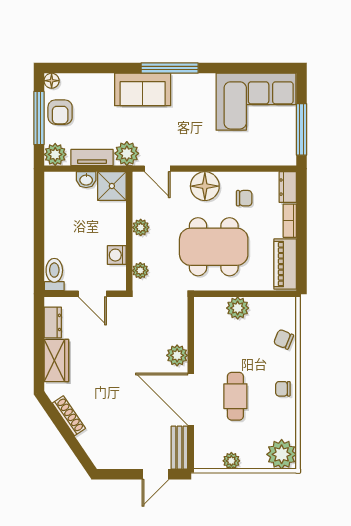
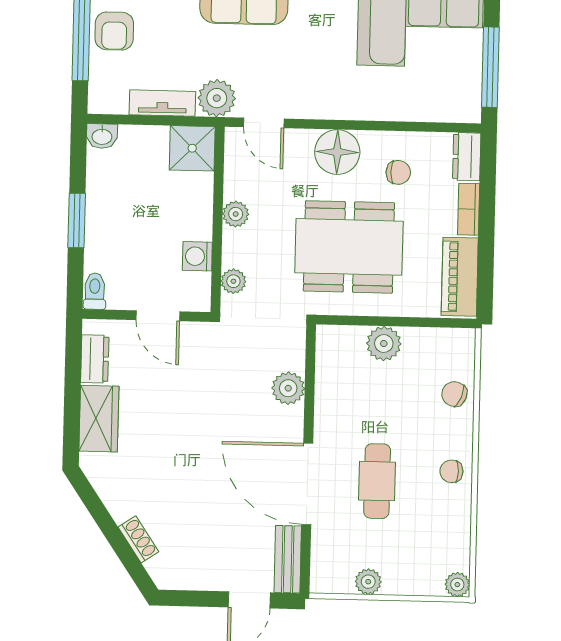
plant: (55, 154) -> (105, 97), removed
washbasin: (86, 180) -> (102, 136), moved
window: (39, 234) -> (77, 220), added
toilet: (54, 275) -> (95, 291), width x0.73, depth x0.72
plant: (177, 355) -> (288, 388), moved
shoe rack: (69, 416) -> (138, 539), moved, width x0.70
plant: (282, 454) -> (457, 585), width x0.53, depth x0.53

